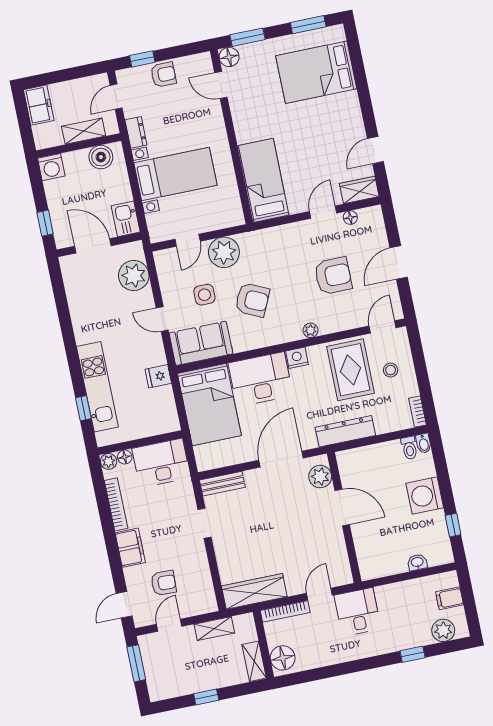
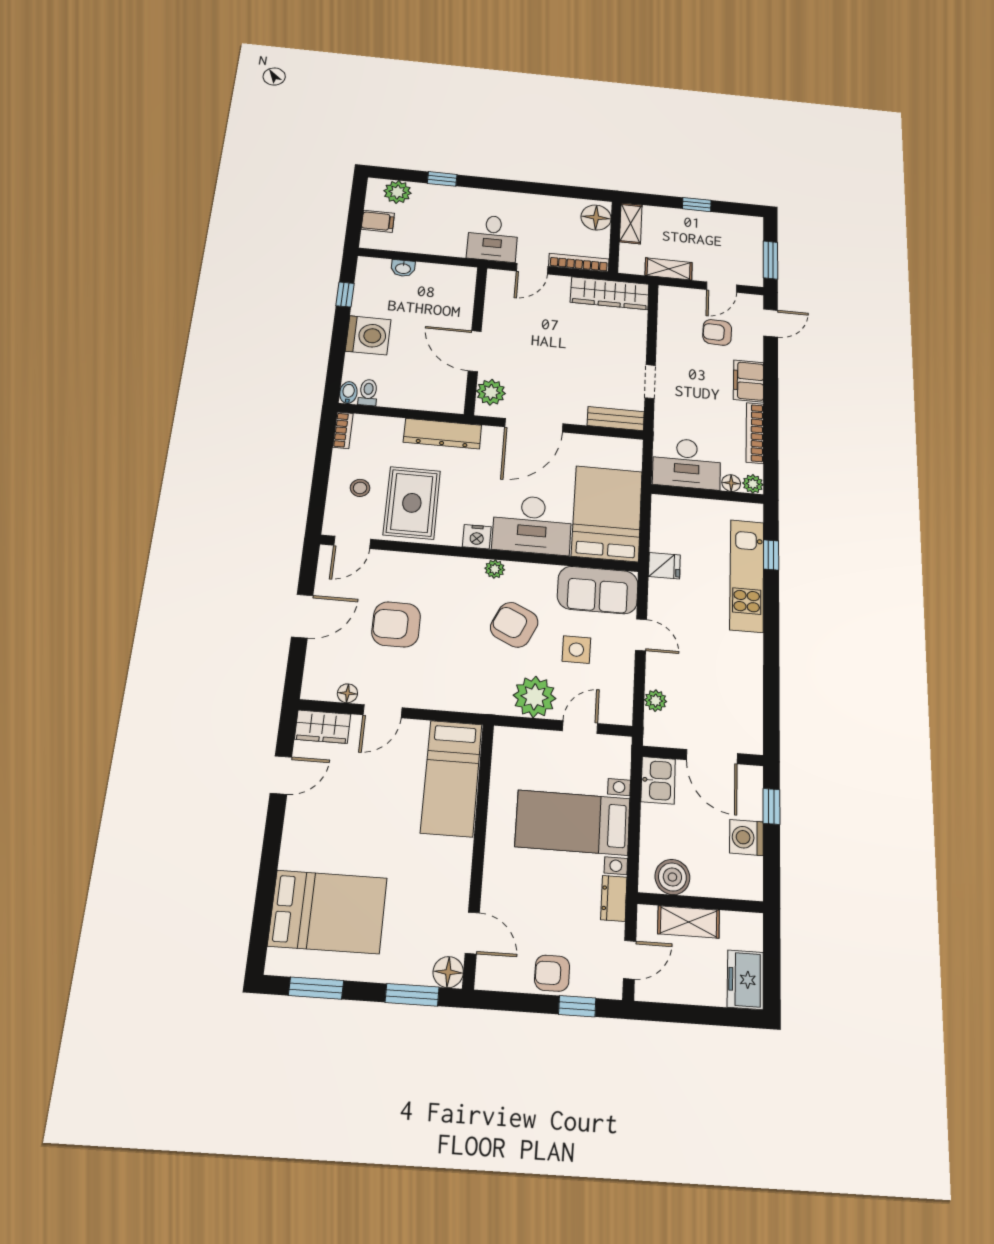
washing machine: (51, 167) -> (746, 837), moved, turned -90
plant: (134, 276) -> (656, 701), width x0.53, depth x0.53
plant: (311, 330) -> (495, 569), moved

